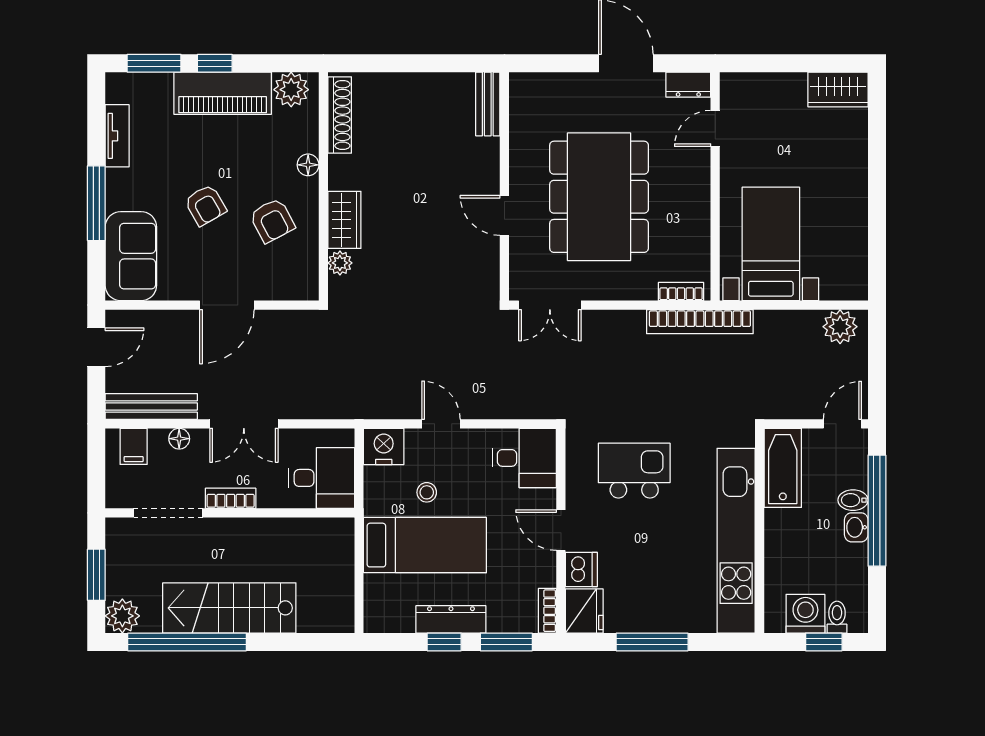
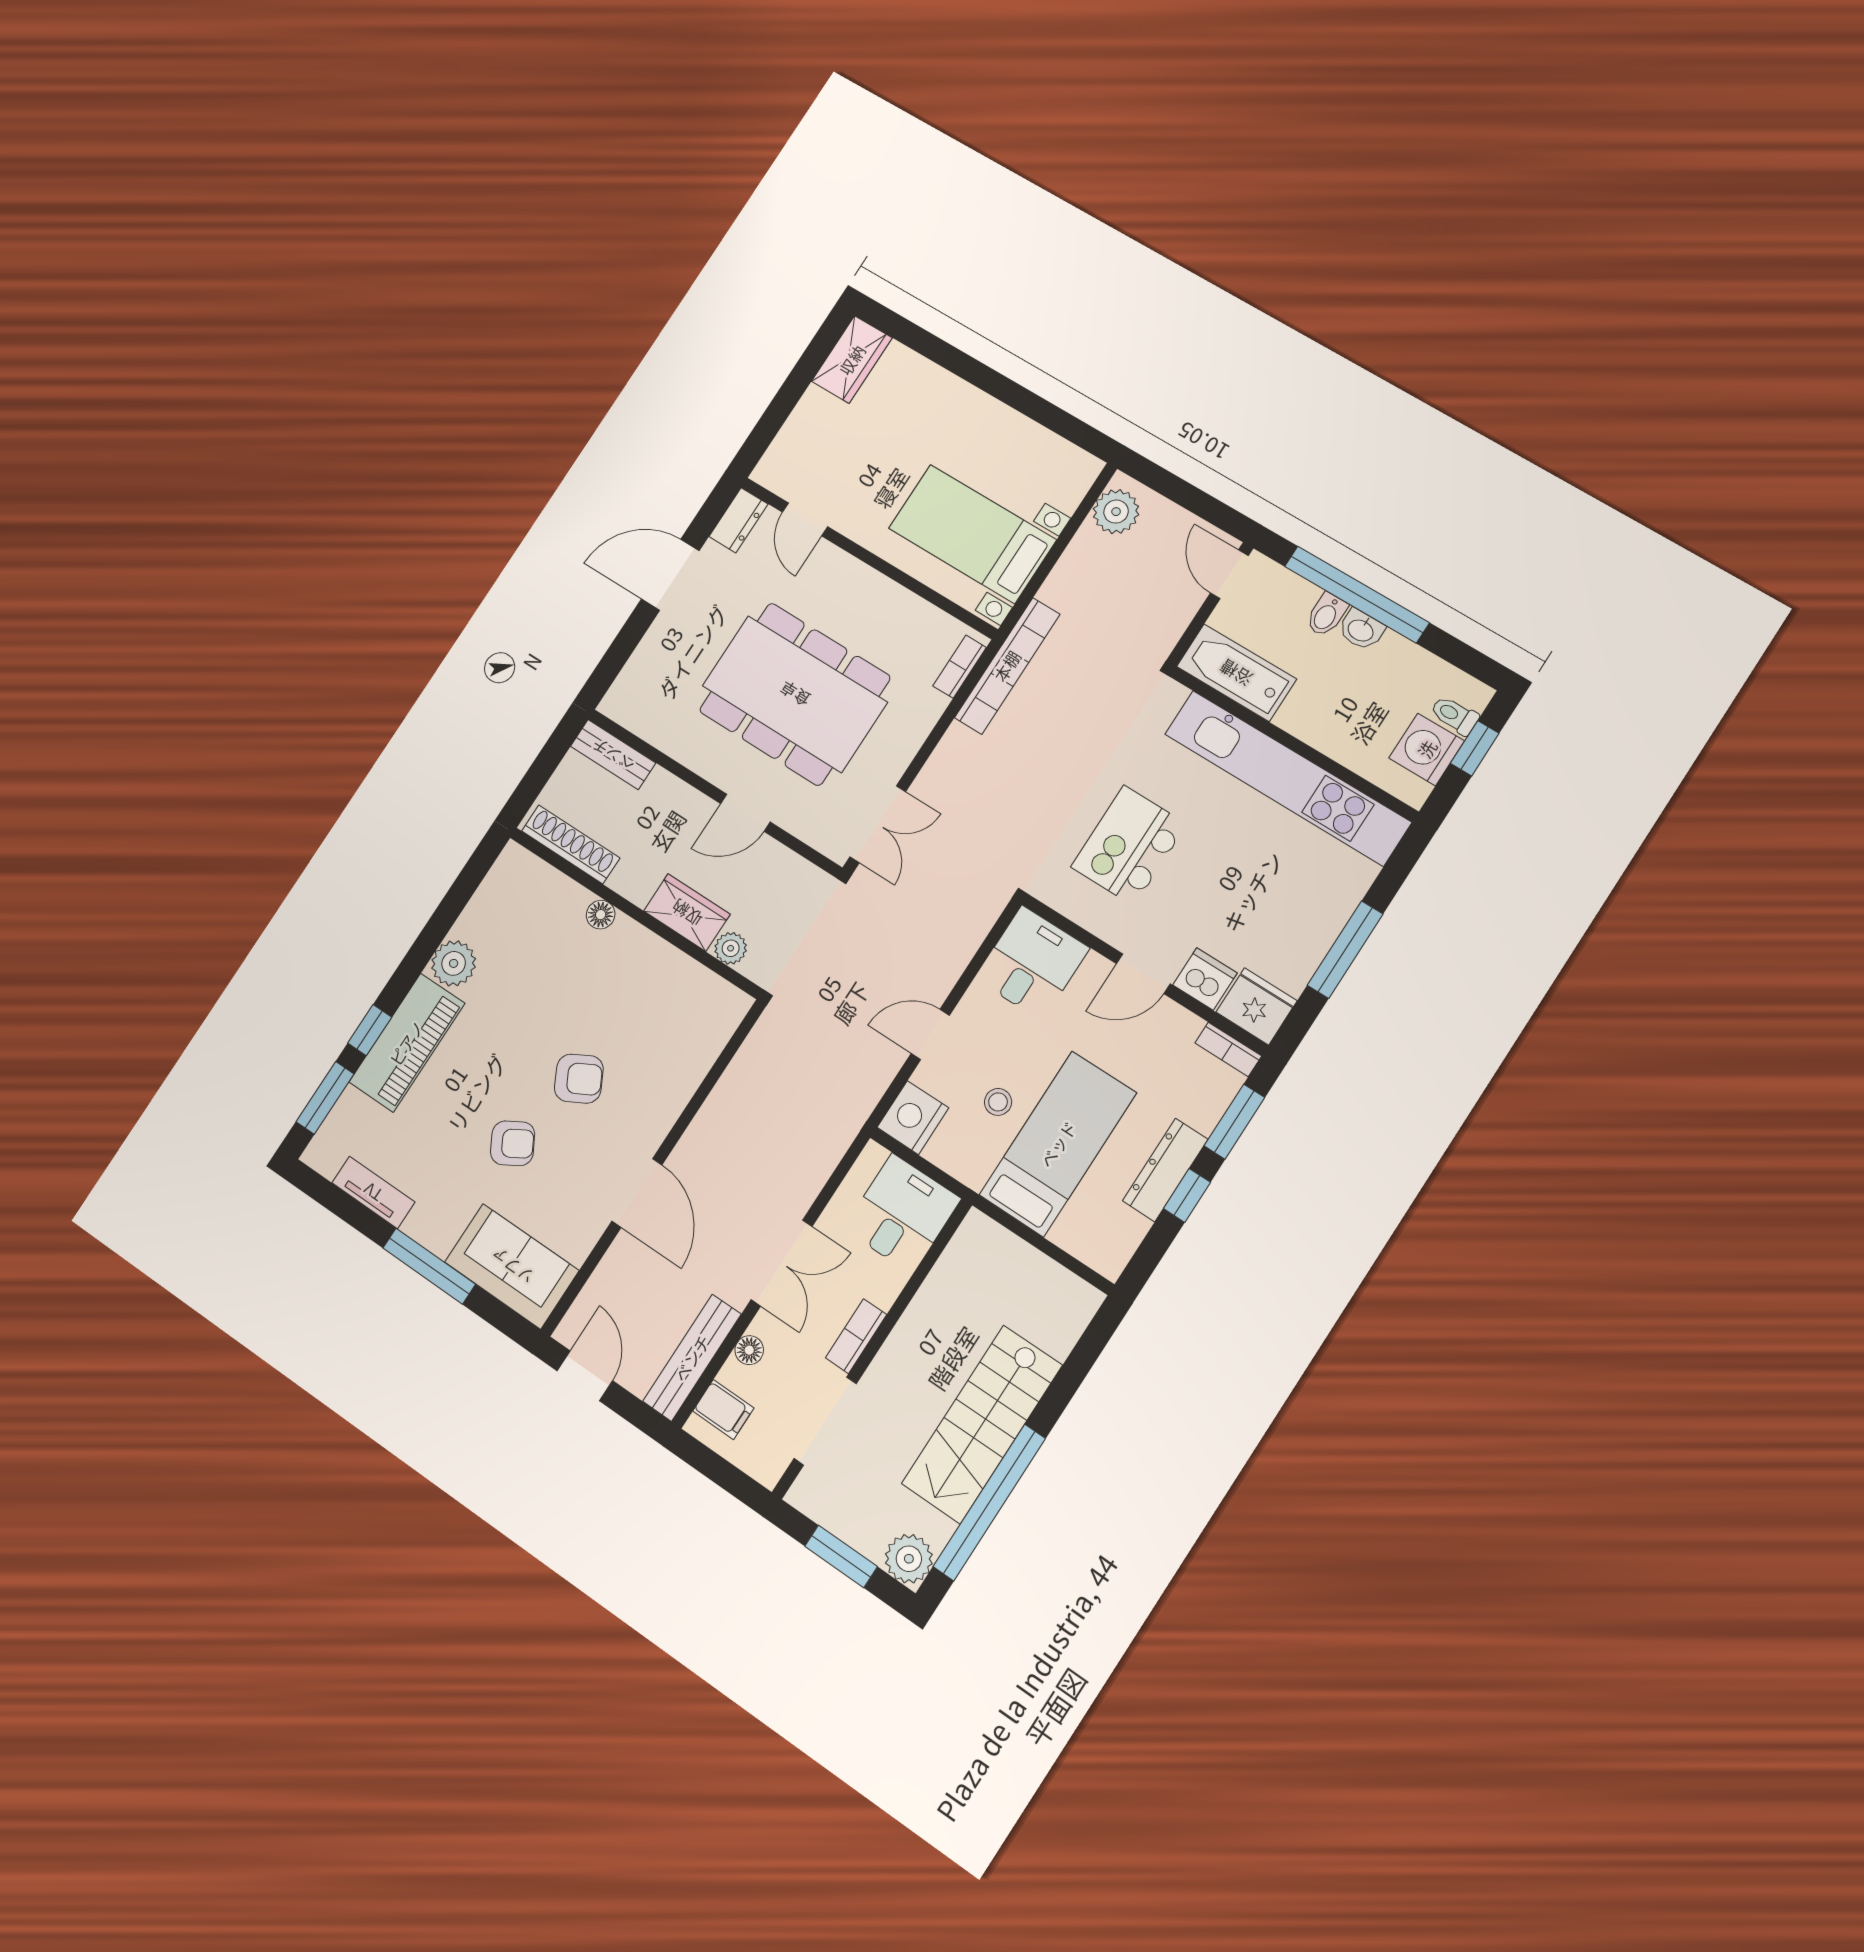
shoe rack: (340, 115) -> (571, 844), moved
floor lamp: (308, 165) -> (601, 915), moved
wall: (323, 186) -> (635, 913), moved
wardrobe: (344, 220) -> (687, 913), moved
plant: (340, 263) -> (731, 948), moved

